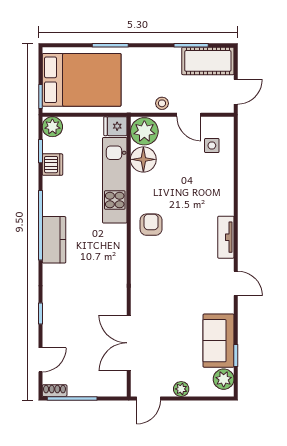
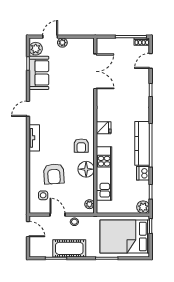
cot: (208, 61) -> (69, 248), moved
door: (236, 92) -> (28, 229), swing flipped
fridge: (115, 126) -> (104, 128), moved
plant: (144, 131) -> (89, 204), width x0.53, depth x0.53
floor lamp: (143, 159) -> (86, 169), moved
dishwasher: (52, 165) -> (143, 173), moved
armchair: (195, 180) -> (54, 174), added
kitchen counter: (54, 240) -> (142, 143), width x1.50
door: (236, 283) -> (28, 109), hinge flipped
door: (148, 398) -> (50, 37), moved

